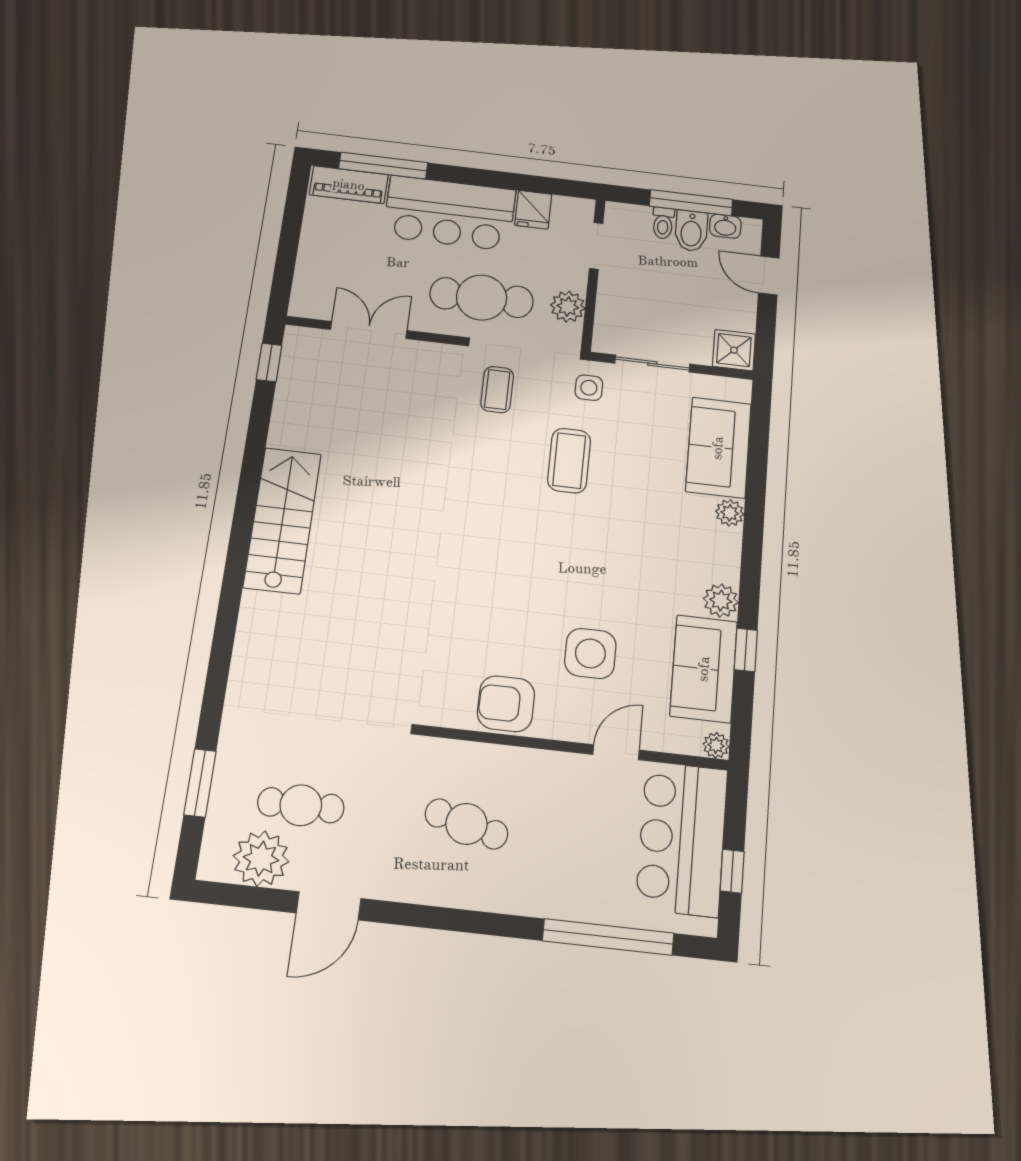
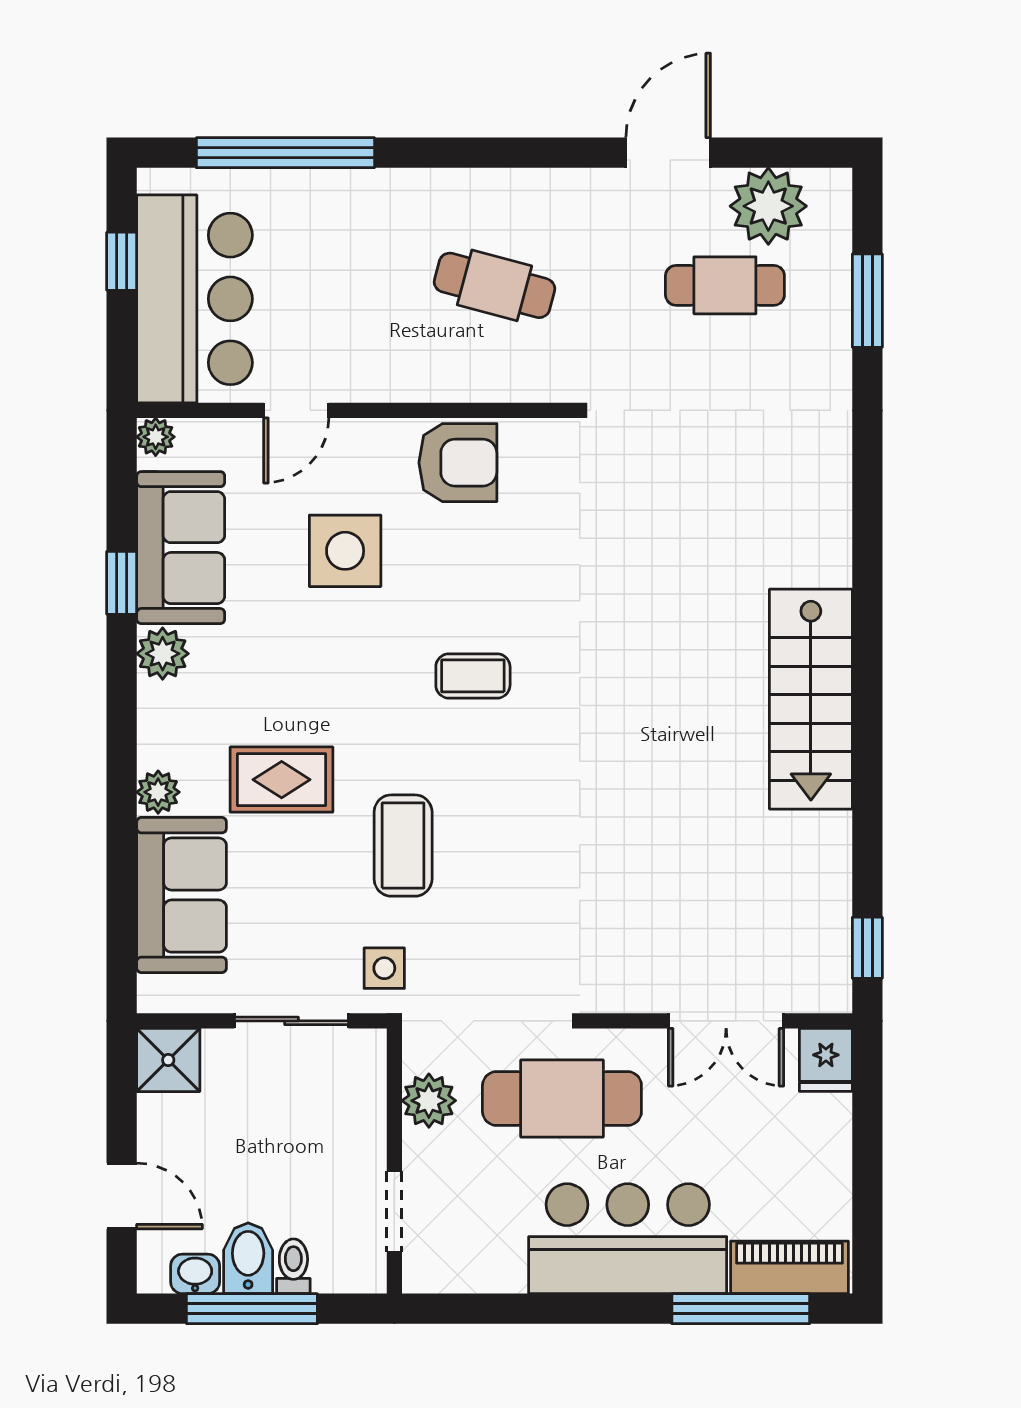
fridge: (533, 210) -> (826, 1060), moved, turned 180
coffee table: (497, 390) -> (473, 676), moved, turned 90
rug: (647, 511) -> (282, 780), added

